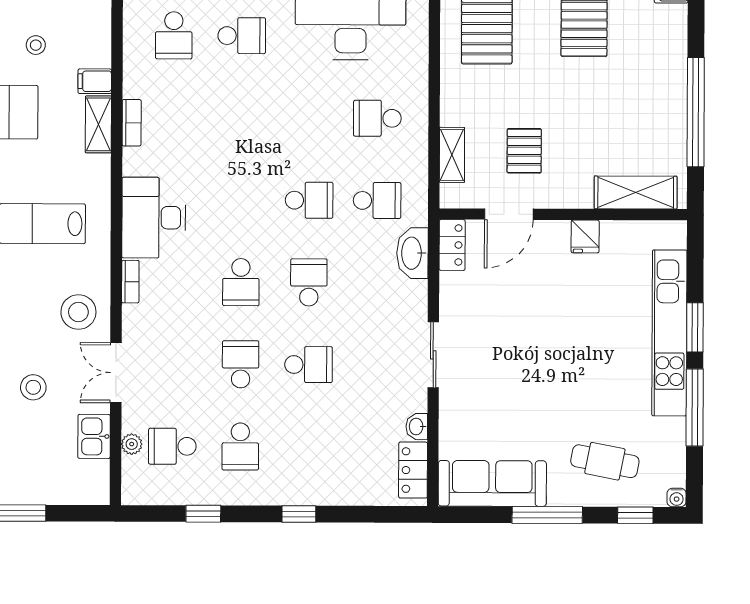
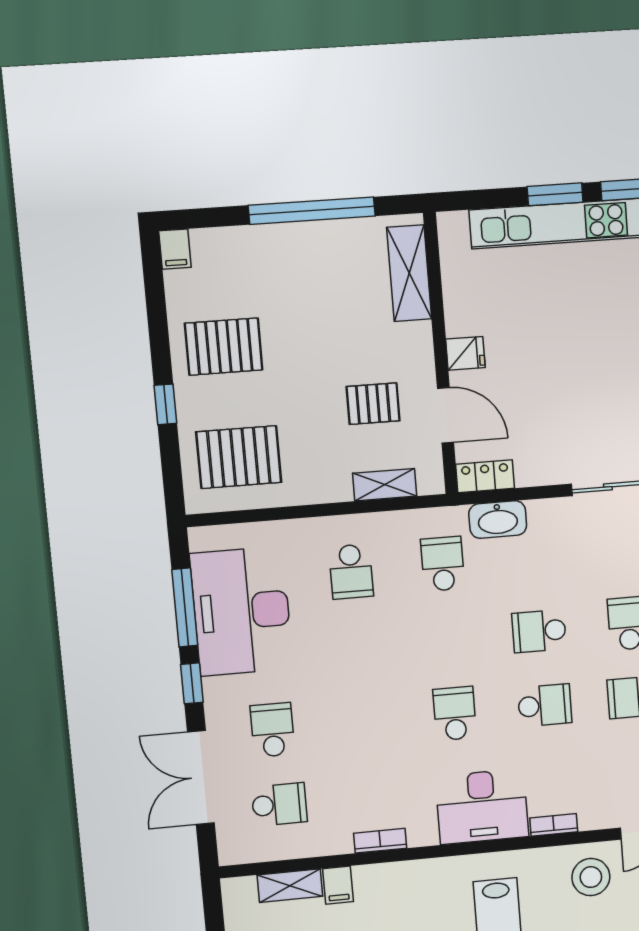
shelving: (98, 124) -> (290, 886), moved
school desk: (309, 200) -> (455, 713), moved
fridge: (585, 236) -> (465, 353), moved

